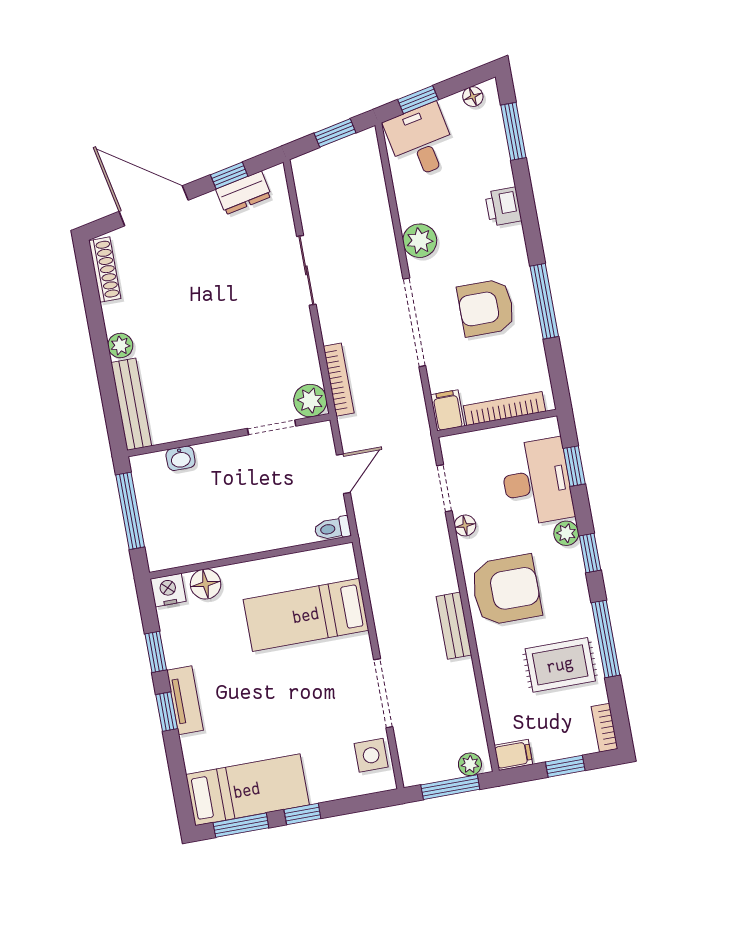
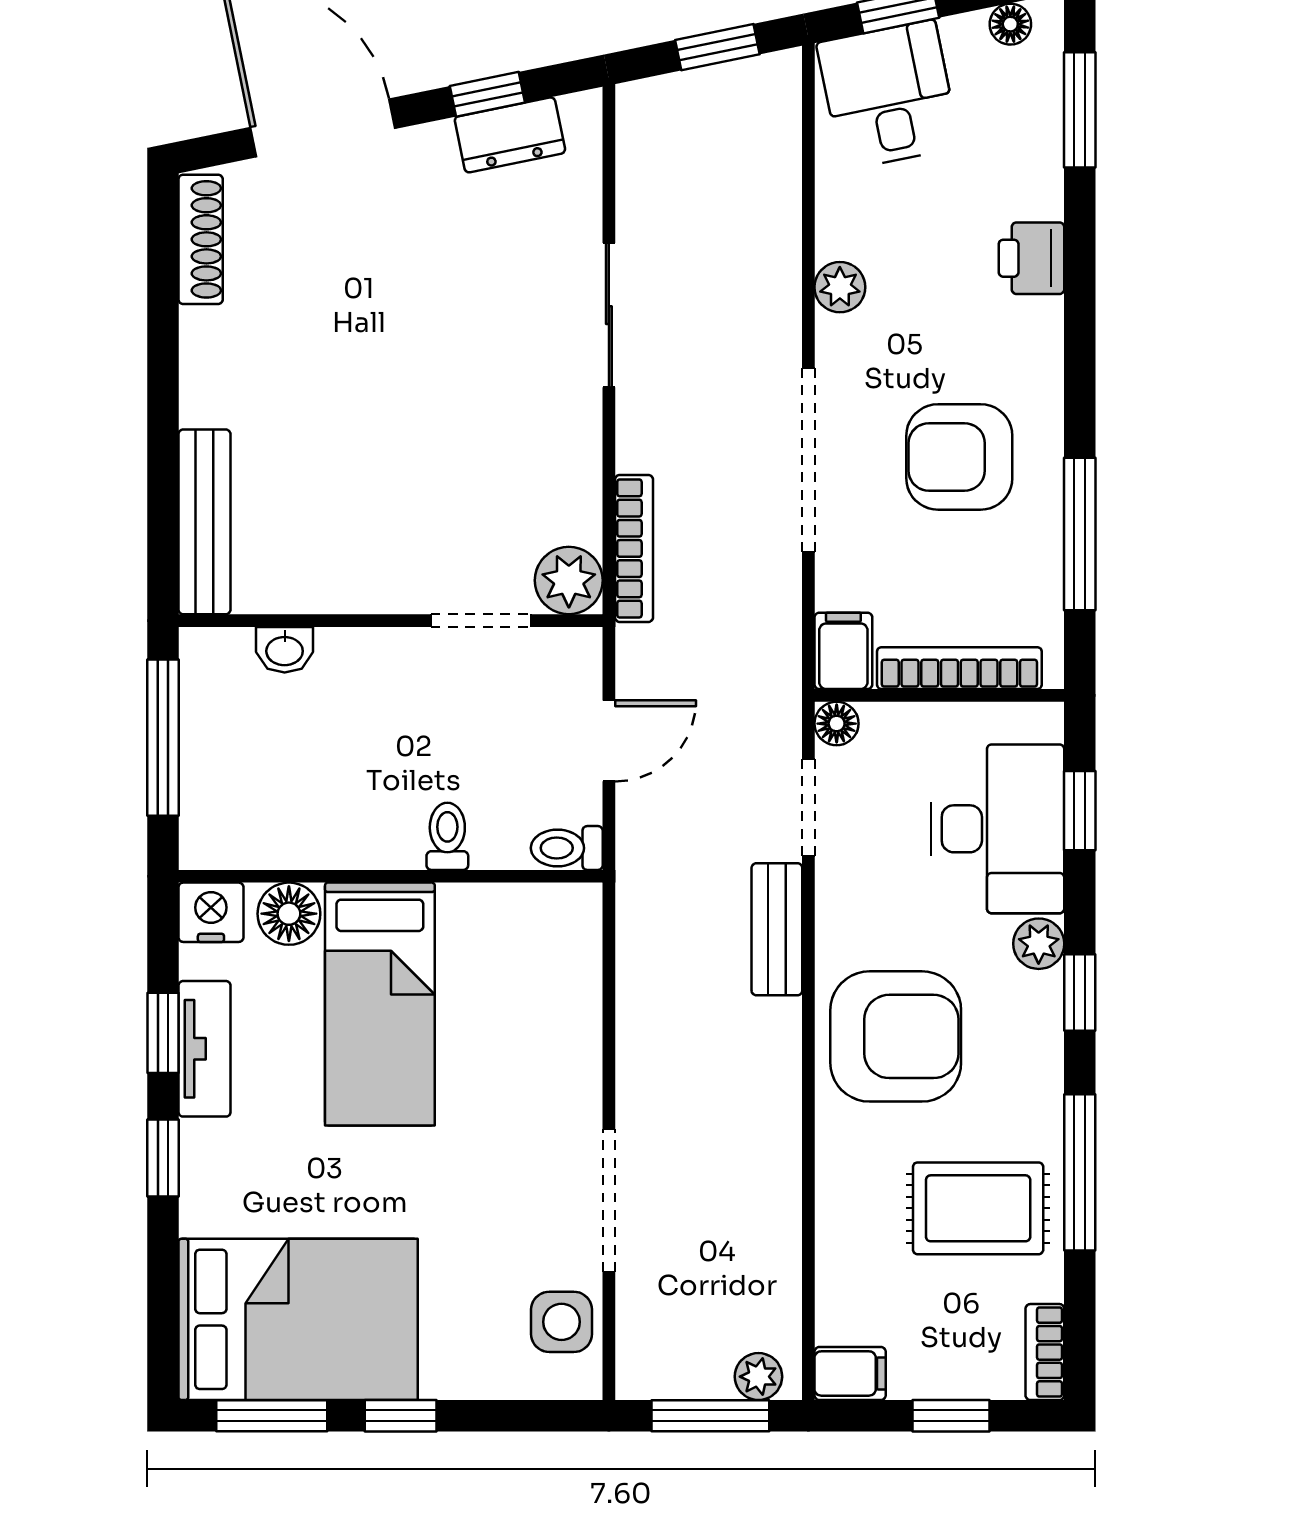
plant: (420, 241) -> (840, 287), width x0.73, depth x0.73
window: (544, 301) -> (1080, 534), moved
plant: (120, 346) -> (204, 399), removed
floor lamp: (465, 525) -> (837, 724), moved
toilet: (274, 533) -> (447, 836), added
bed: (306, 615) -> (380, 1004), moved, turned -90
bench: (454, 626) -> (777, 929), moved
tv unit: (185, 700) -> (205, 1049), moved
bed: (247, 790) -> (298, 1319), width x1.50

